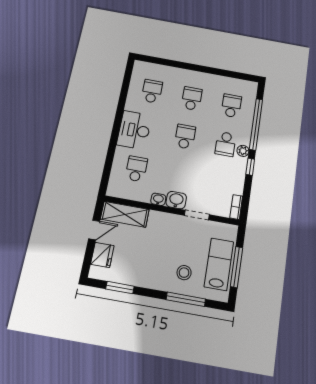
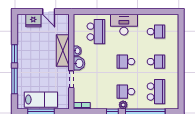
school desk: (231, 106) -> (156, 92), width x1.85
school desk: (185, 137) -> (126, 62), turned 180
school desk: (136, 169) -> (96, 32), width x1.85
shelving: (125, 214) -> (63, 51), moved
stool: (184, 273) -> (31, 77), removed
window: (120, 288) -> (14, 54), moved

